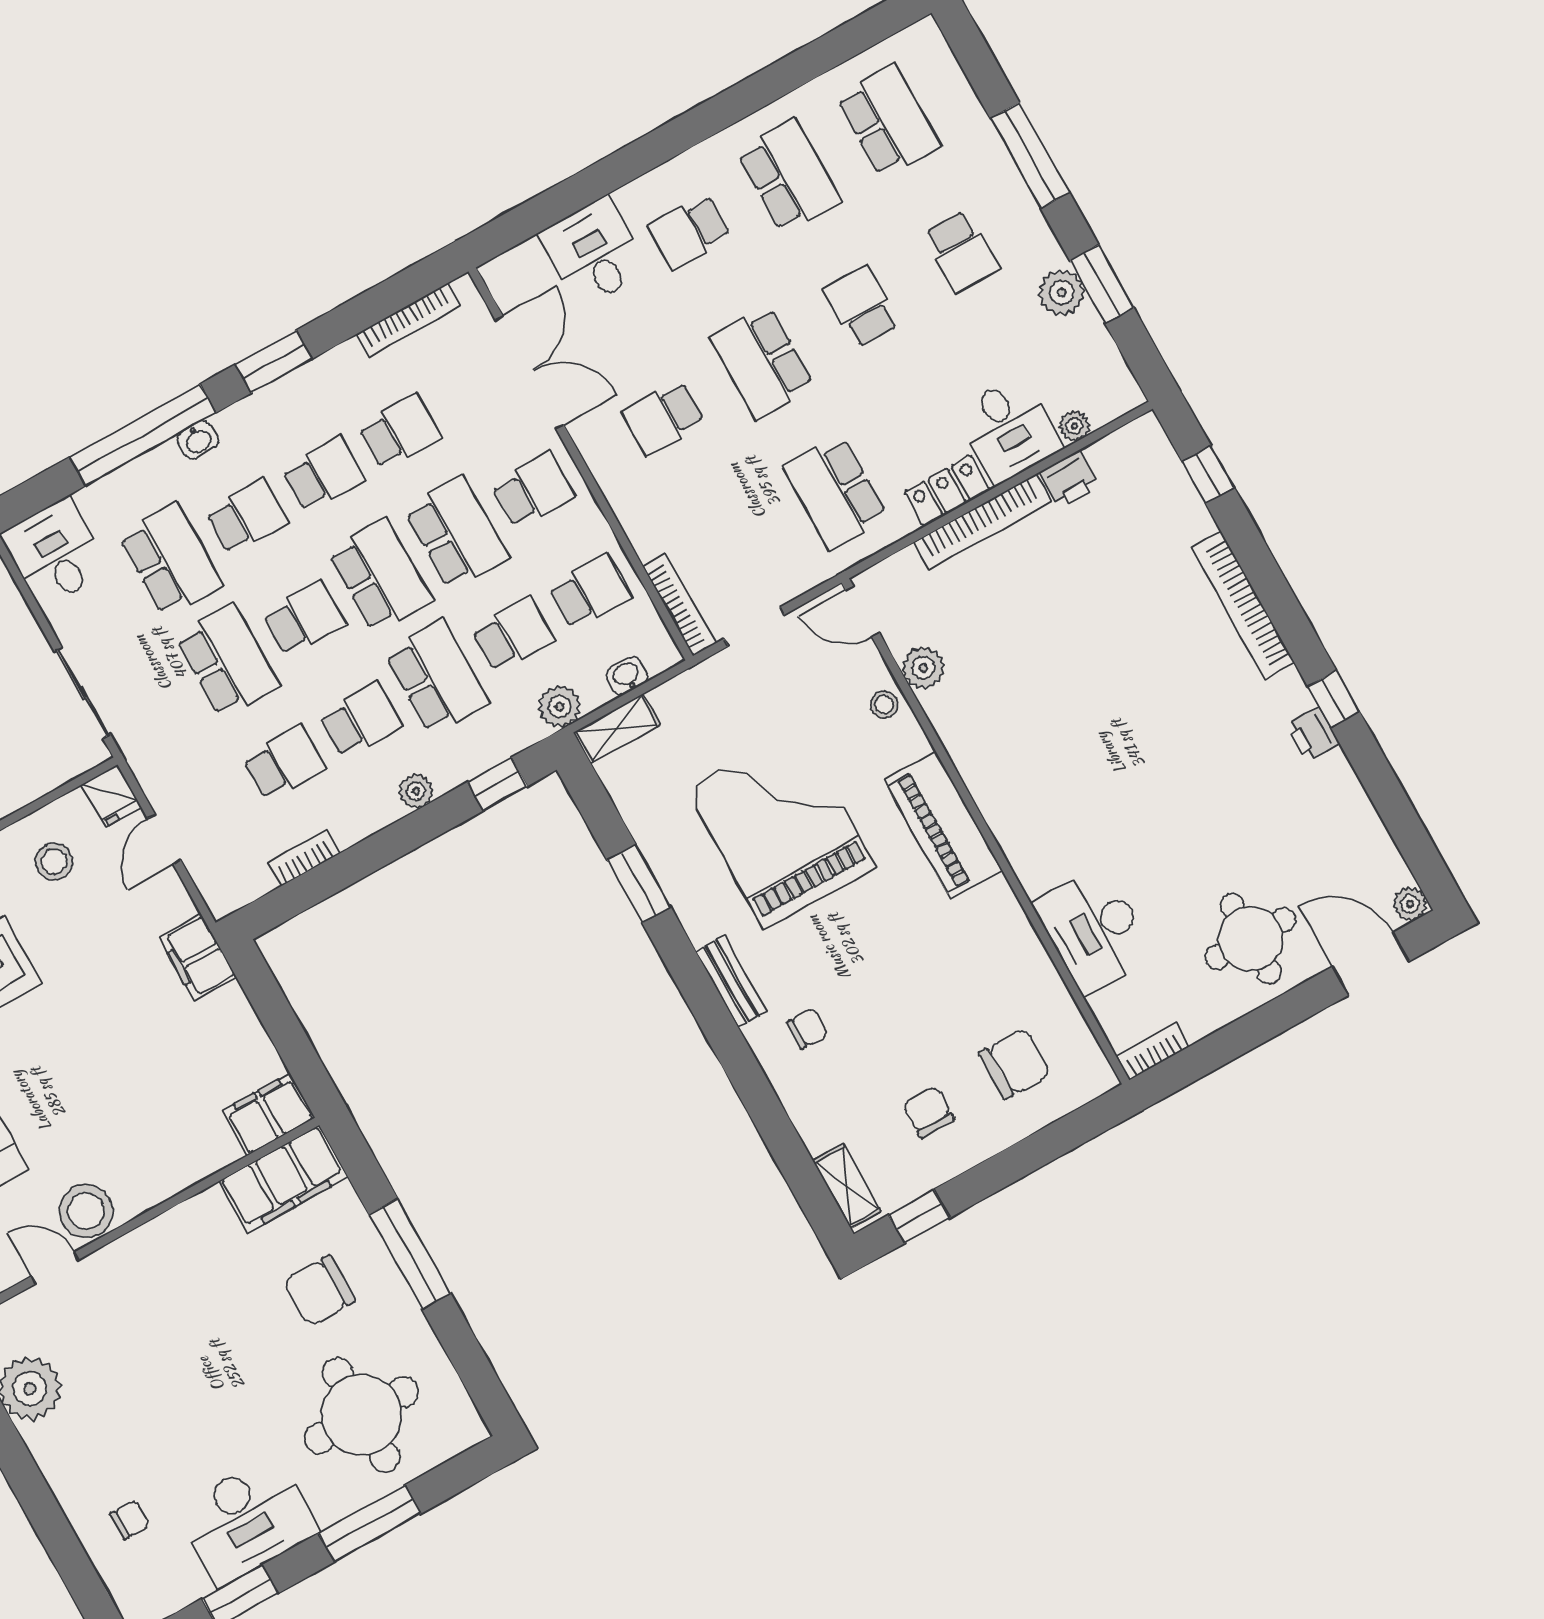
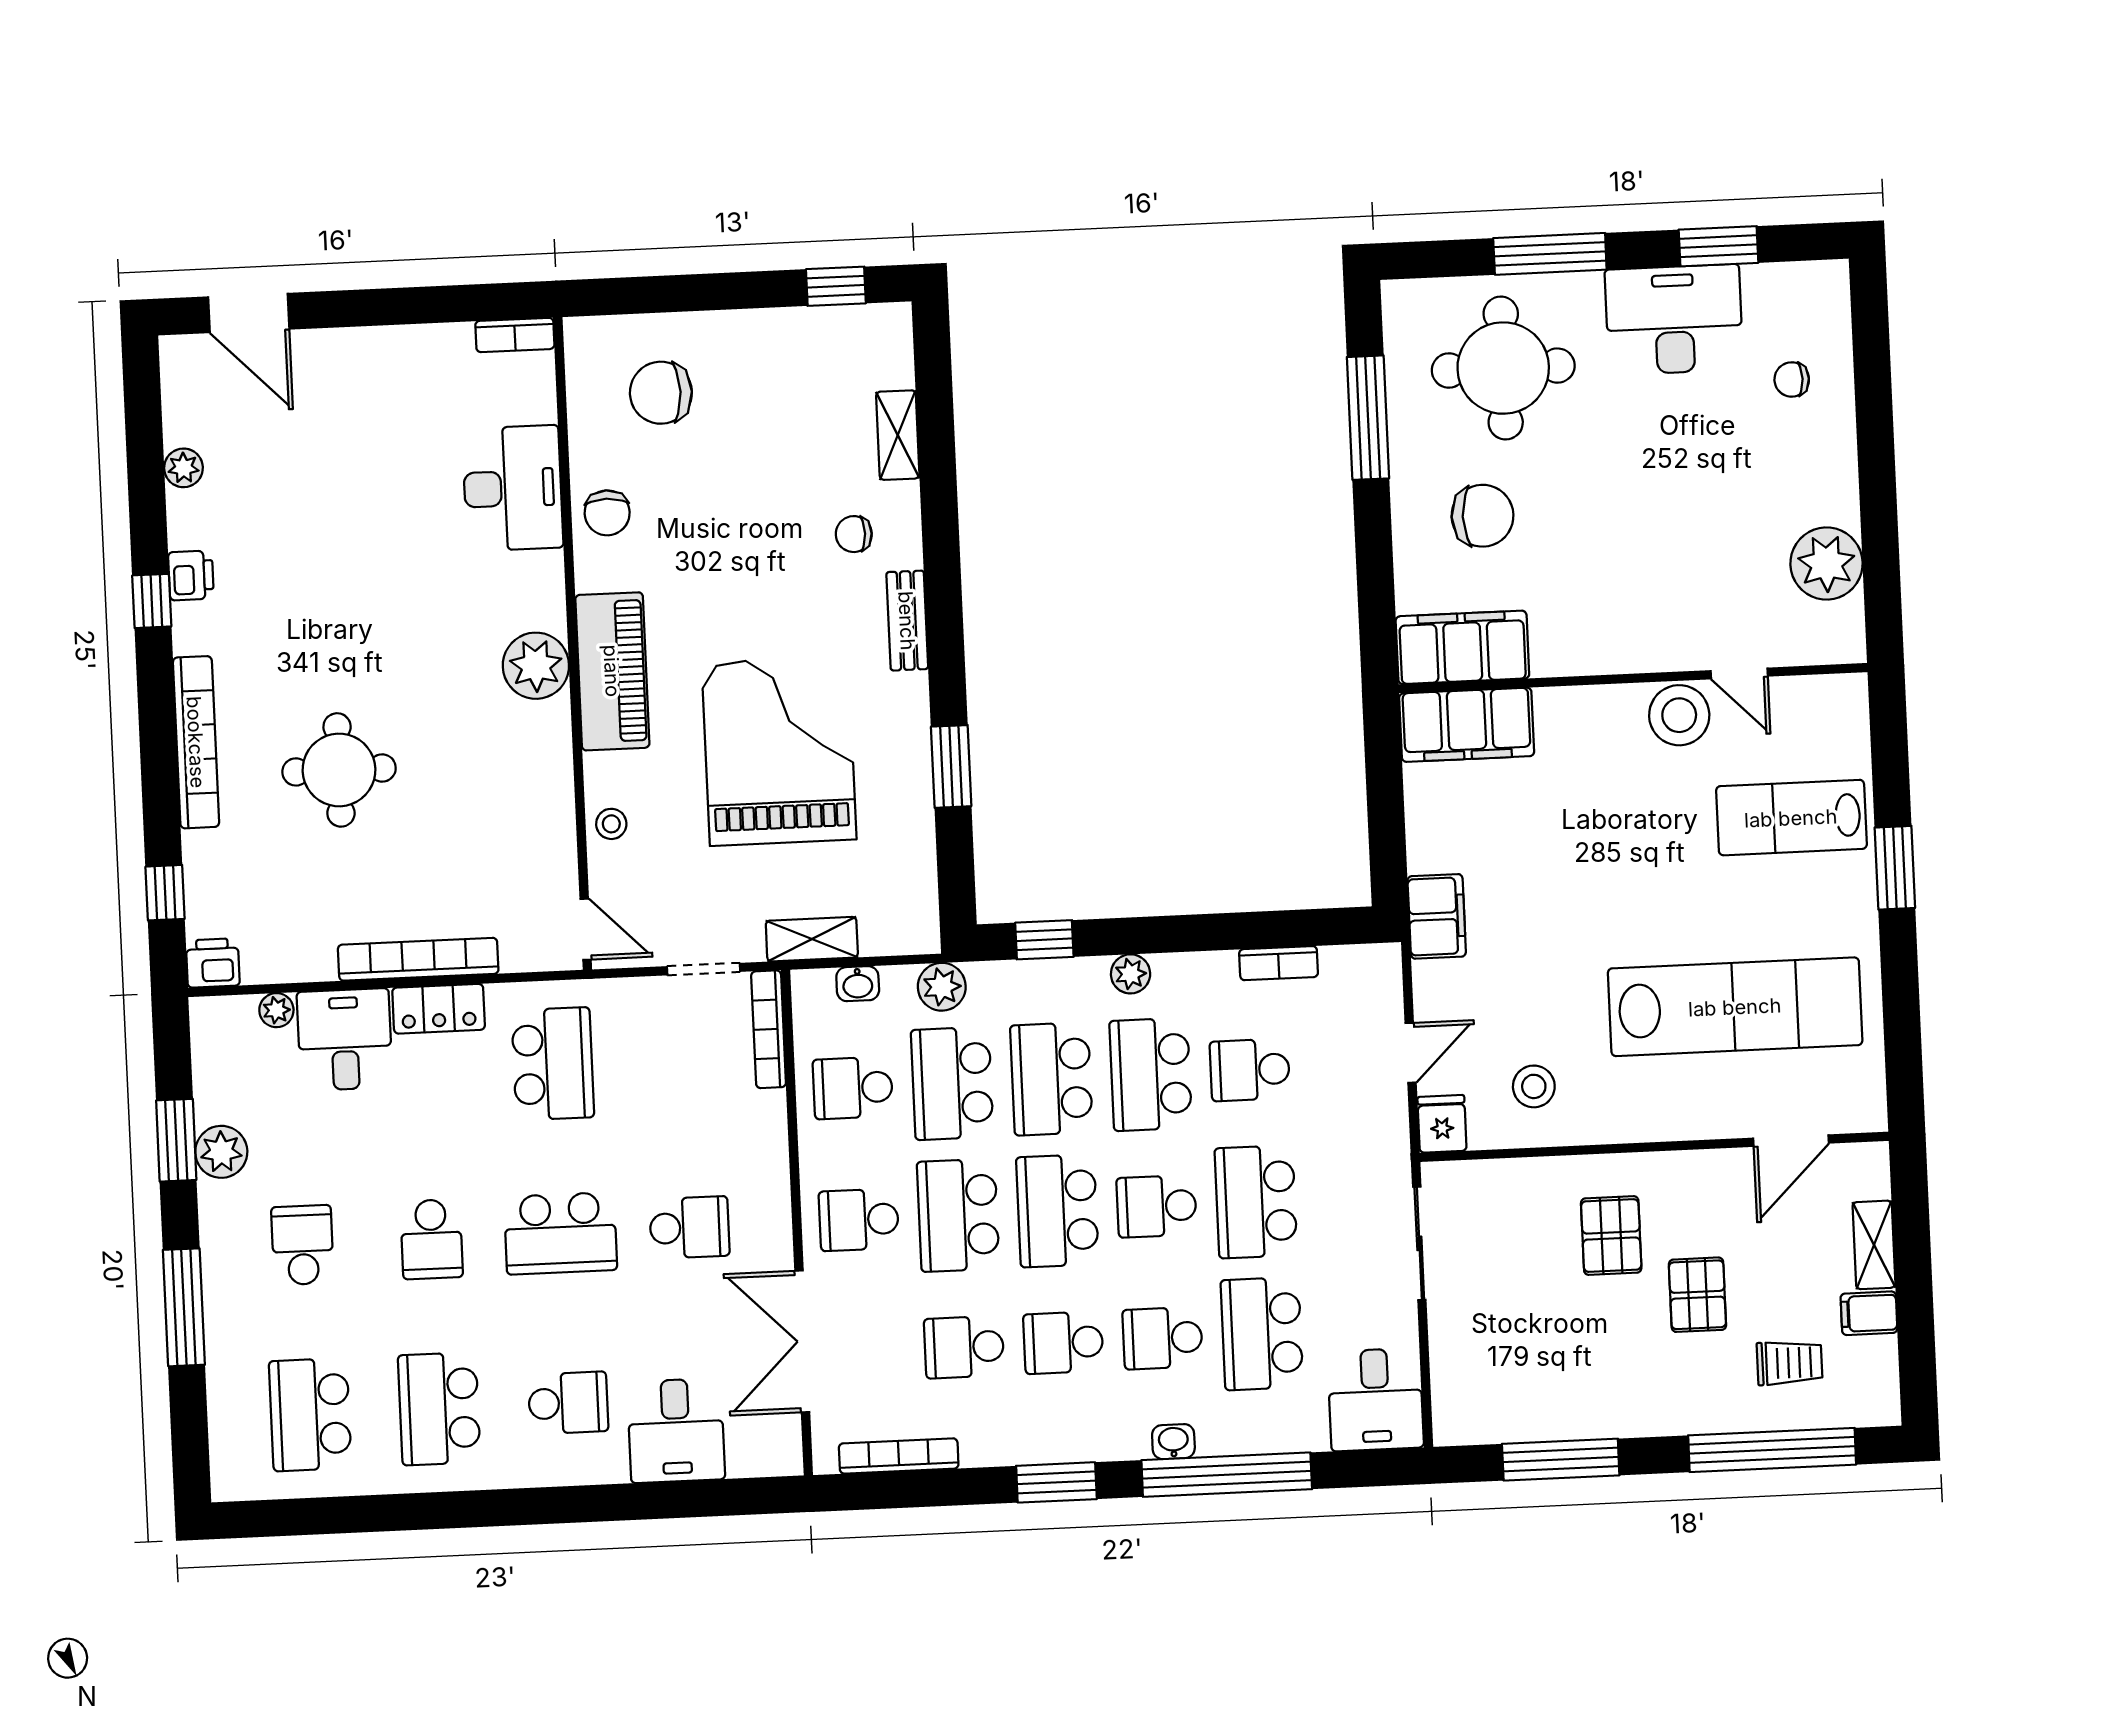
school desk: (763, 362) -> (560, 1233), turned 90
printer: (1069, 479) -> (213, 963), moved
school desk: (513, 635) -> (952, 1083), width x1.85
plant: (923, 668) -> (536, 666), moved, width x1.36, depth x1.36
school desk: (361, 720) -> (1151, 1074), width x1.85
shelving: (617, 729) -> (812, 939), moved
grand piano: (781, 828) -> (779, 751), turned 180
plant: (1410, 904) -> (184, 468), moved
round table: (1251, 939) -> (339, 770), moved
chair: (928, 1112) -> (607, 513), moved
filing cabinet: (269, 1114) -> (1467, 725), width x1.50, depth x1.17
shelving: (847, 1186) -> (898, 435), moved
window: (410, 1254) -> (1368, 418), moved

